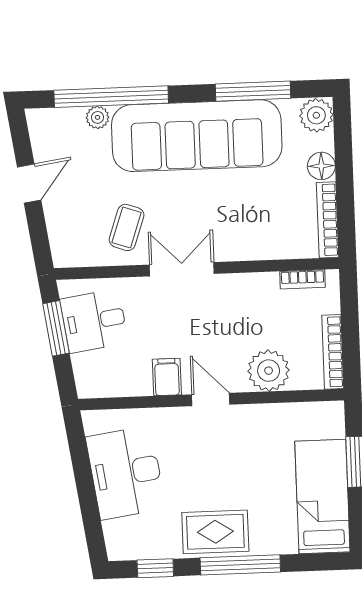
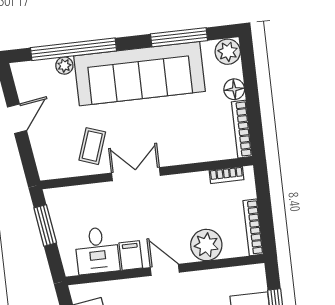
desk: (94, 321) -> (97, 251), moved, turned -82

